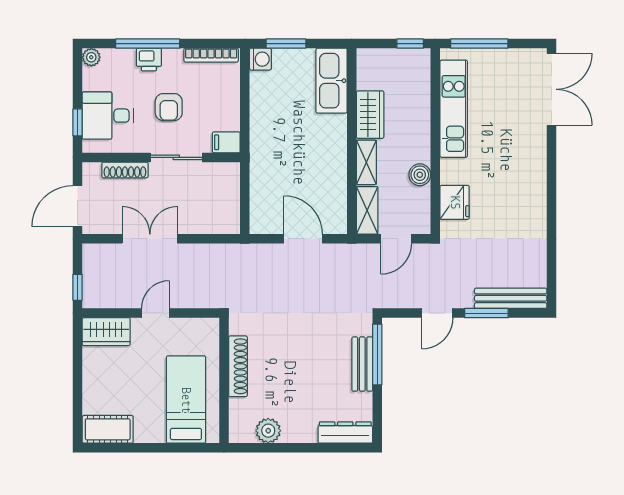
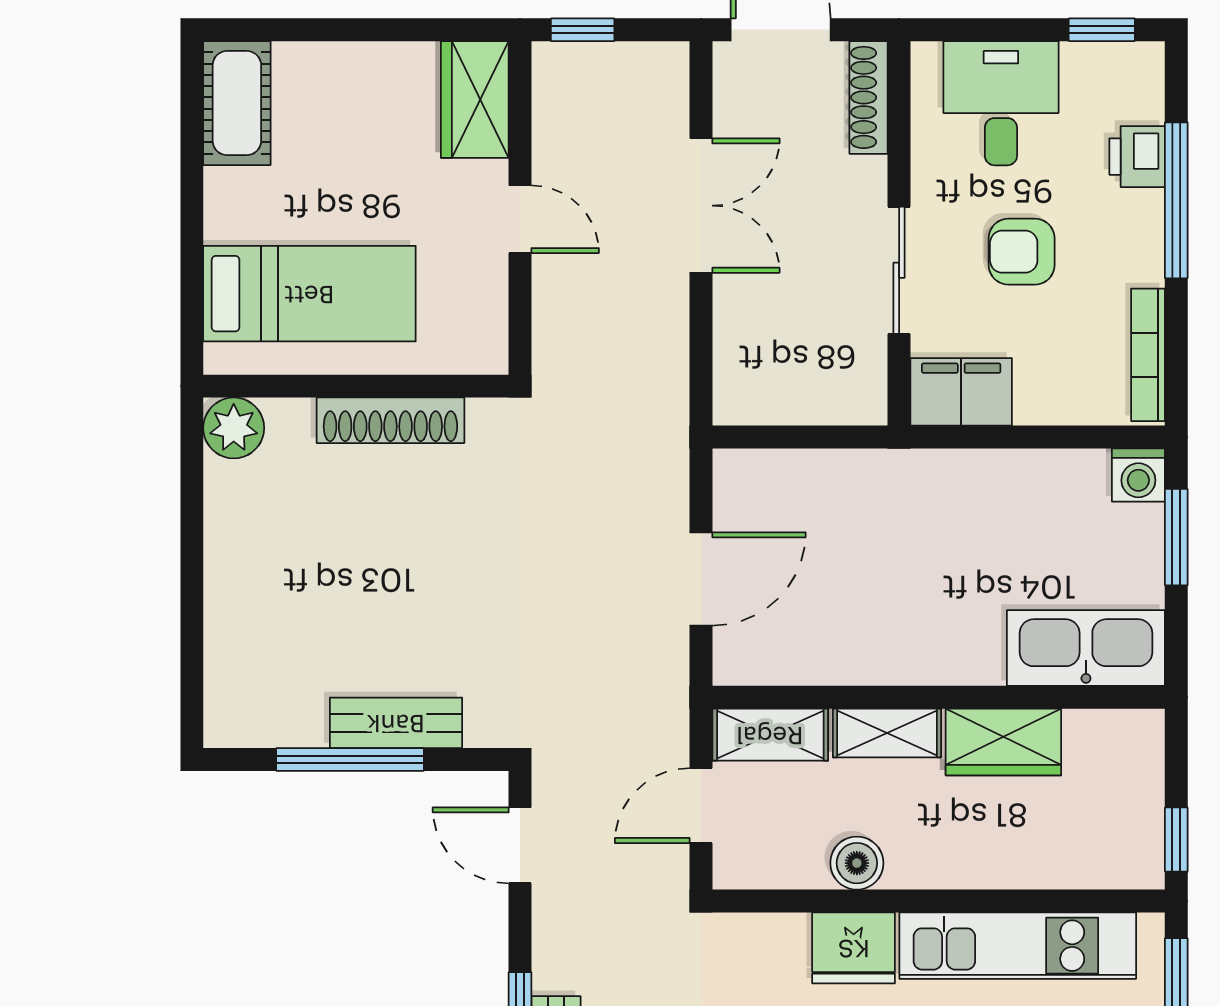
plant: (91, 57) -> (1143, 63), removed
printer: (149, 60) -> (1137, 157), moved
window: (78, 122) -> (1102, 30), moved
filing cabinet: (226, 142) -> (961, 392), width x2.00
shoe rack: (125, 170) -> (869, 97), moved
fridge: (455, 202) -> (854, 948), moved
door: (396, 239) -> (701, 806), hinge flipped
door: (437, 313) -> (520, 845), moved
window: (377, 354) -> (350, 760), moved
plant: (268, 431) -> (234, 428), moved
dresser: (345, 432) -> (229, 682), removed

